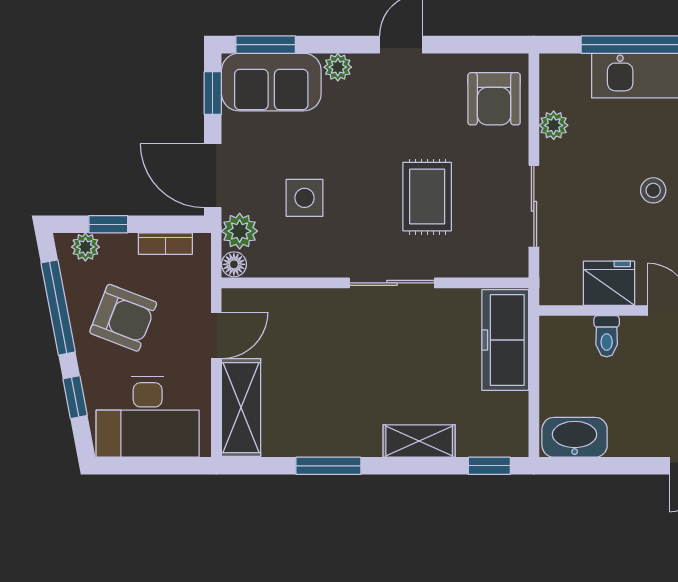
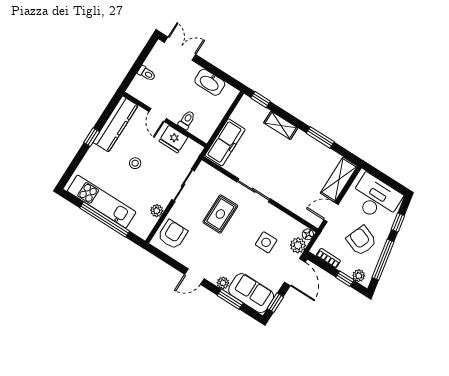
window: (266, 45) -> (230, 299), moved
washbasin: (575, 437) -> (210, 82), moved

